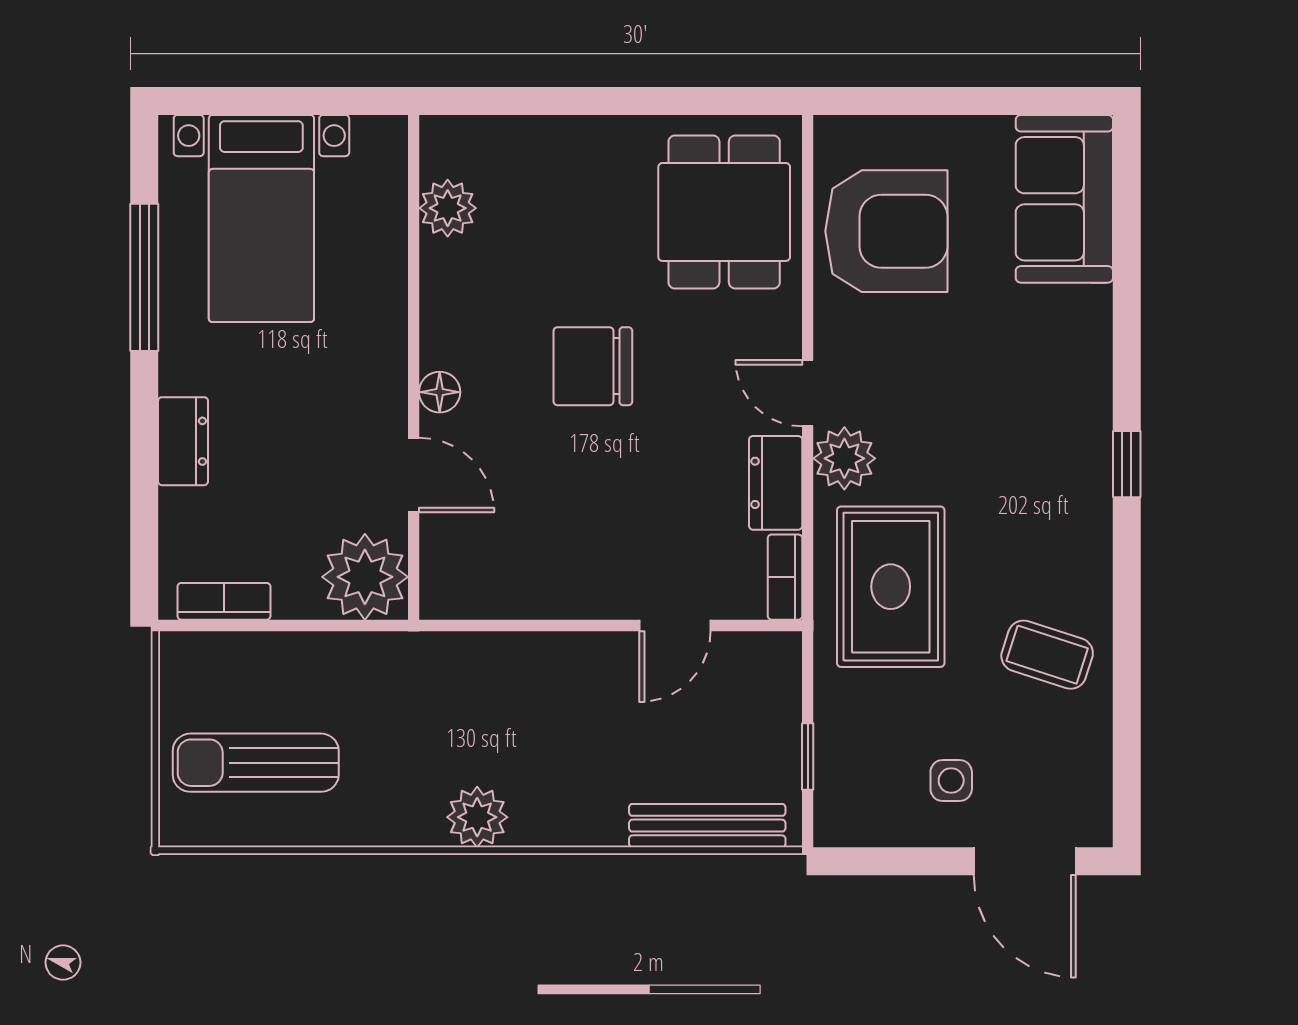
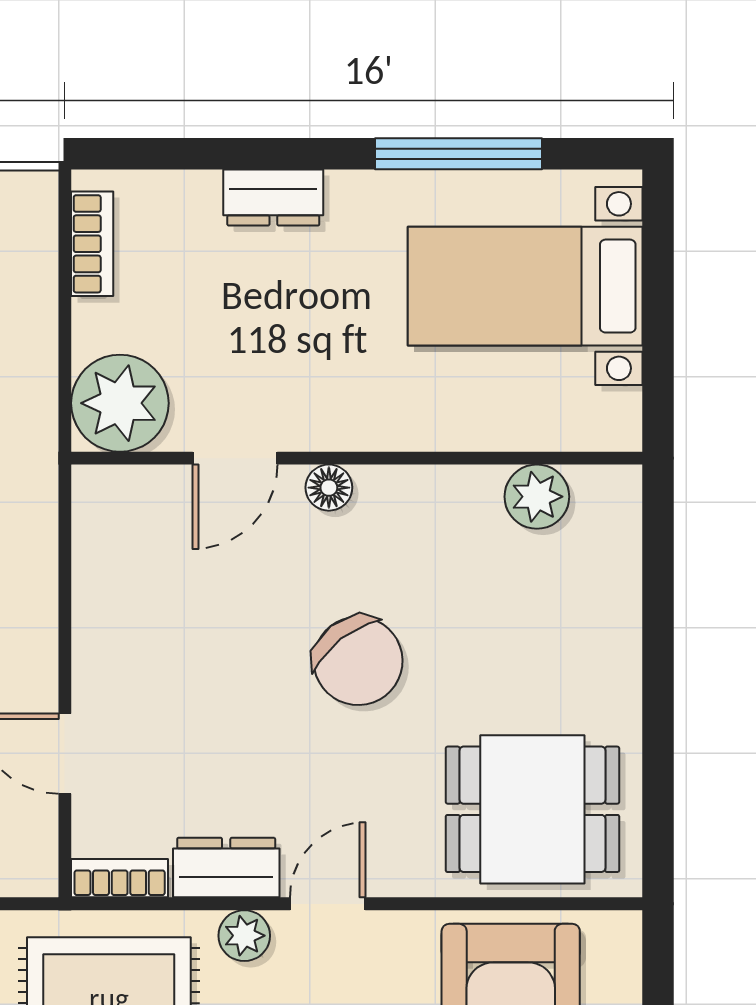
chair: (593, 366) -> (358, 661), turned 142
plant: (844, 458) -> (244, 936), width x0.73, depth x0.73

